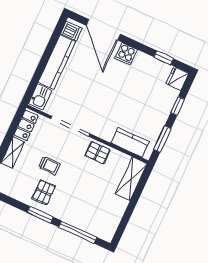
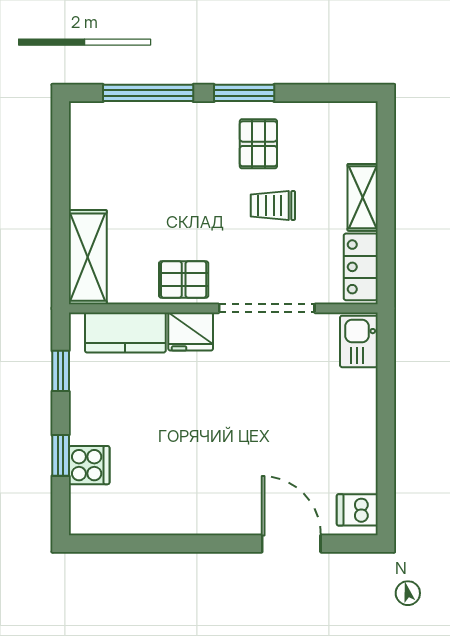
door: (103, 30) -> (291, 544), width x0.73
cooker: (126, 54) -> (89, 465), moved, turned 90
window: (164, 58) -> (137, 544), removed
kitchen counter: (57, 62) -> (357, 431), removed
fridge: (177, 78) -> (191, 332), moved, turned 90
window: (162, 139) -> (61, 371), width x0.67

